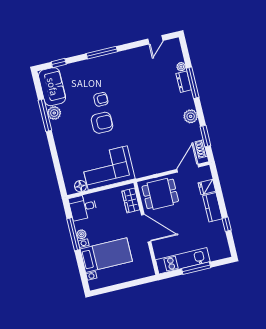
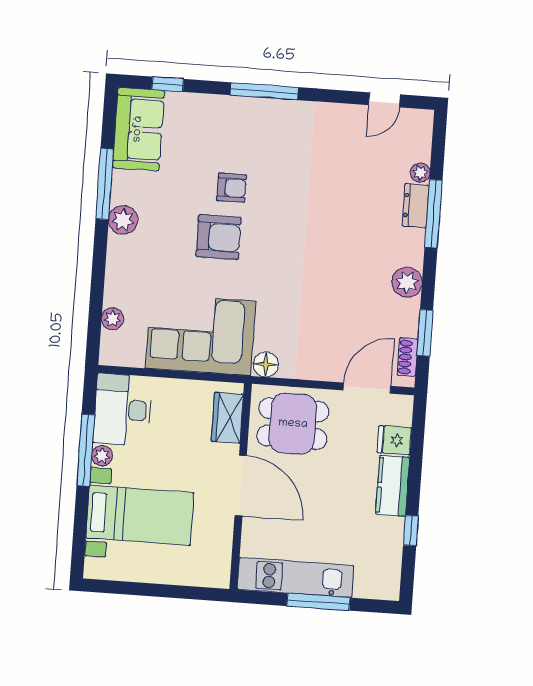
plant: (54, 113) -> (123, 220), moved
plant: (67, 173) -> (112, 319), added
floor lamp: (80, 186) -> (266, 364), moved
desk: (83, 207) -> (123, 410), width x1.37

